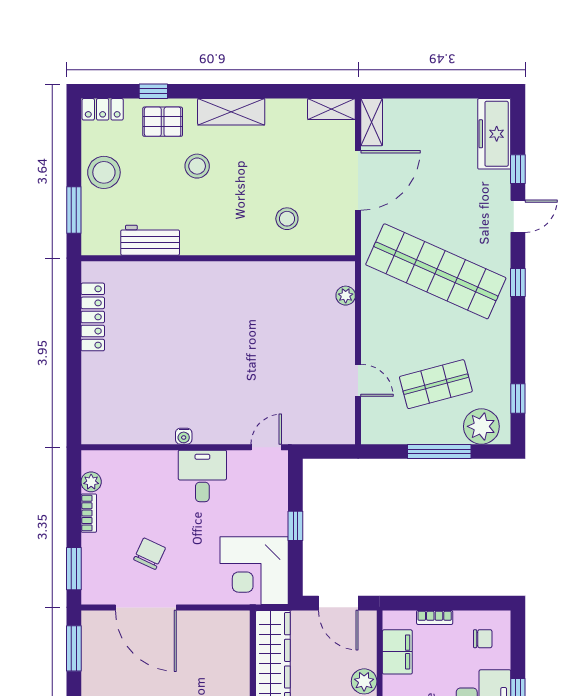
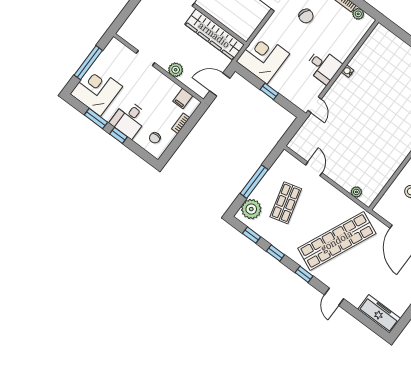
window: (518, 169) -> (275, 253), moved
door: (358, 380) -> (314, 169), swing flipped
filing cabinet: (397, 652) -> (183, 99), width x0.50

